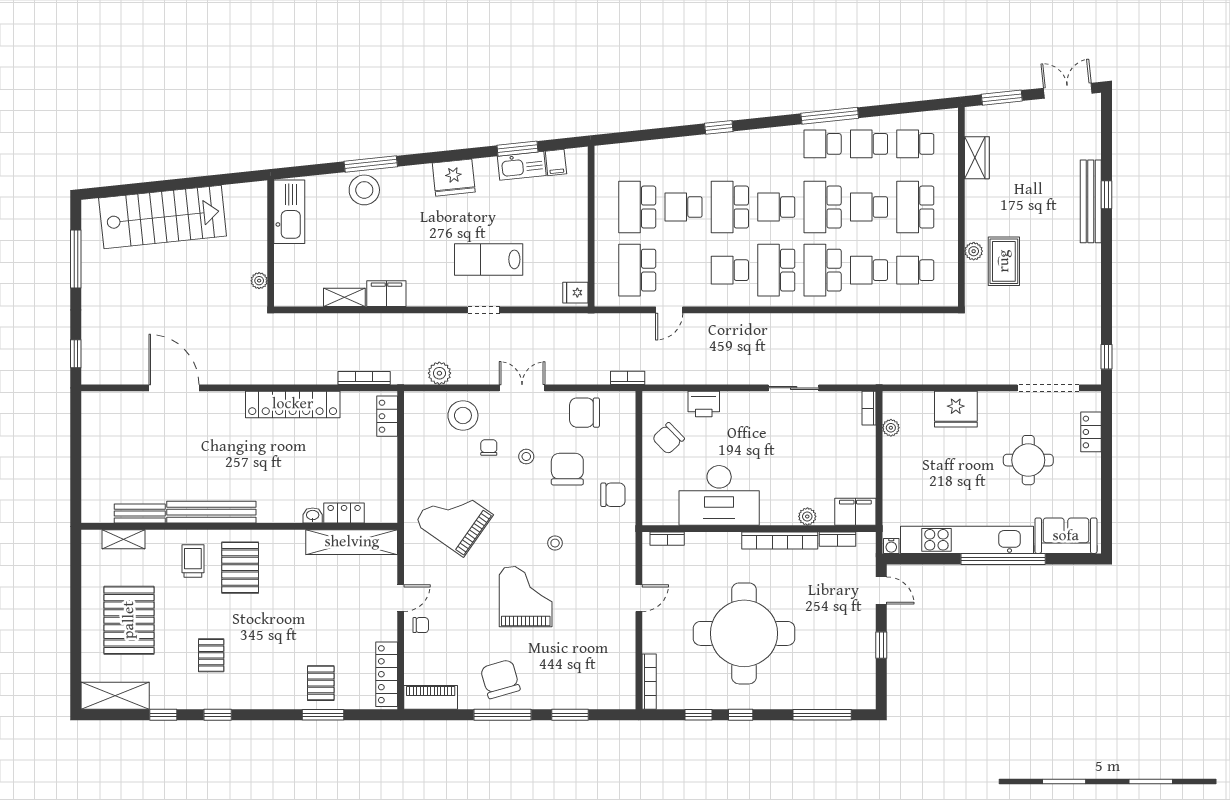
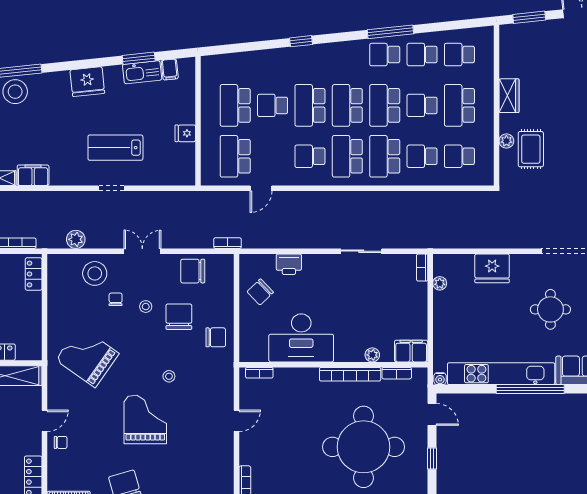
wardrobe: (977, 158) -> (509, 96), moved
school desk: (776, 207) -> (347, 105), width x1.85
fridge: (575, 293) -> (185, 133), moved
round table: (744, 633) -> (364, 447), moved

